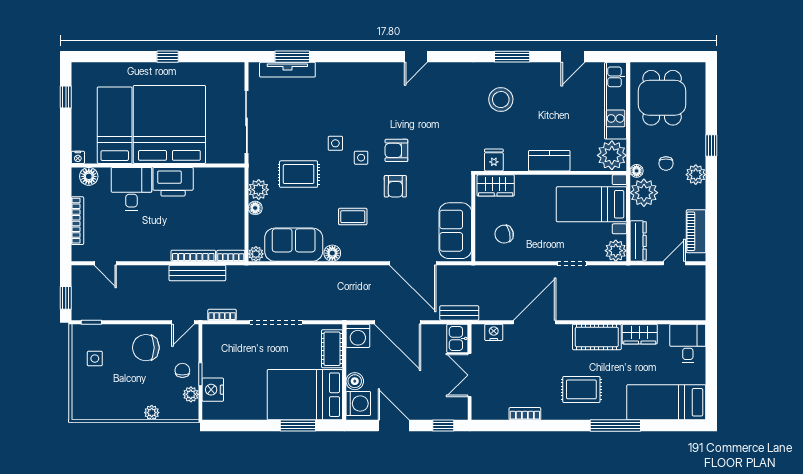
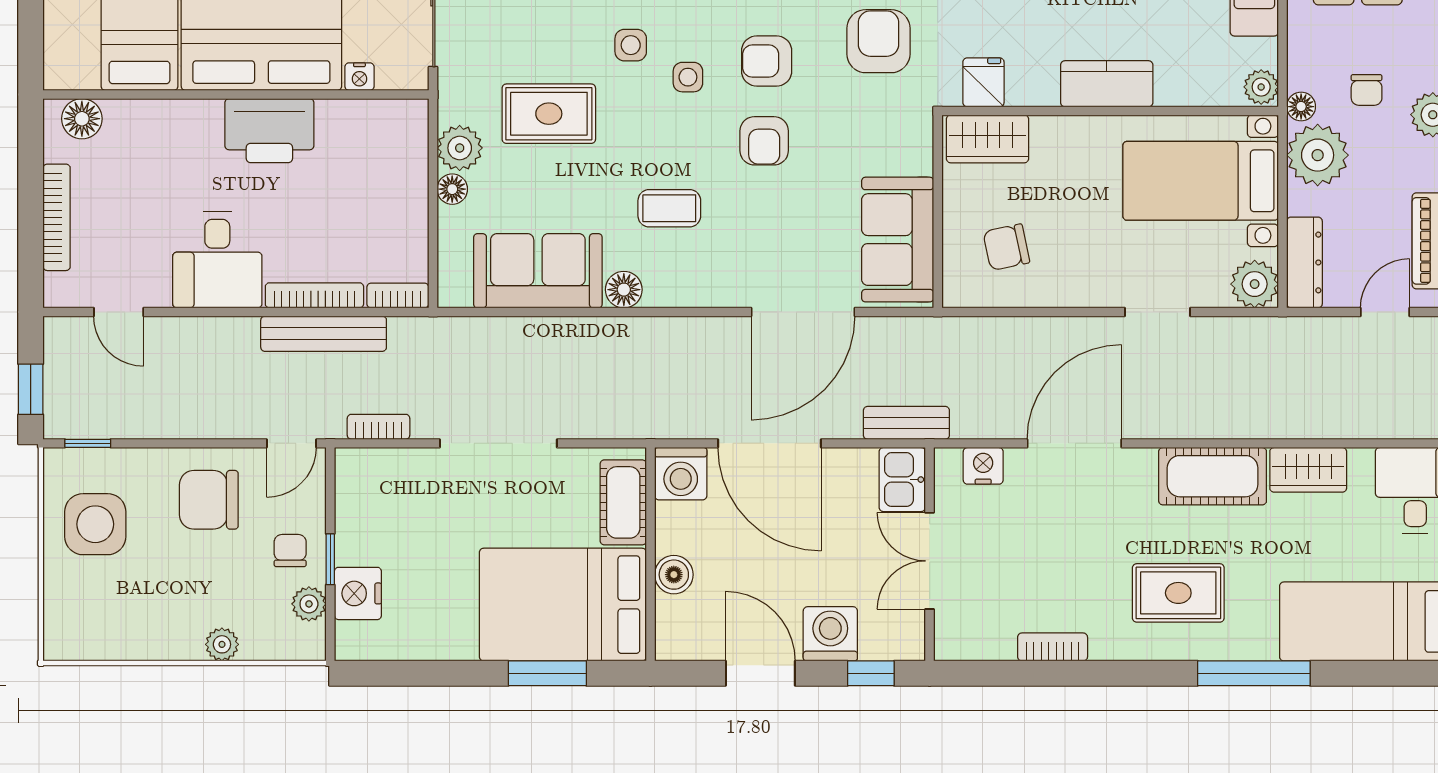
armchair: (447, 142) -> (878, 41), added
plant: (612, 155) -> (1261, 87), width x0.53, depth x0.53
nightstand: (78, 157) -> (359, 77), moved
desk: (131, 189) -> (217, 260), moved, turned 180
plant: (256, 254) -> (454, 291), removed
door: (413, 263) -> (803, 312), hinge flipped
side table: (95, 359) -> (95, 524), width x1.87, depth x1.87
washing machine: (358, 404) -> (830, 634), moved, turned -90

